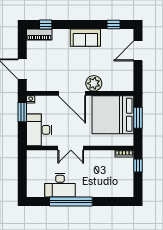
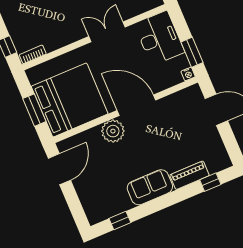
piano: (39, 35) -> (189, 175), moved
door: (138, 51) -> (59, 169), moved

